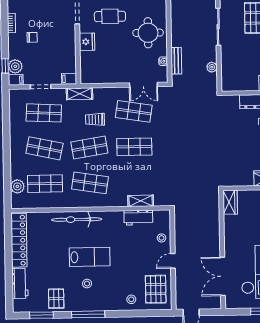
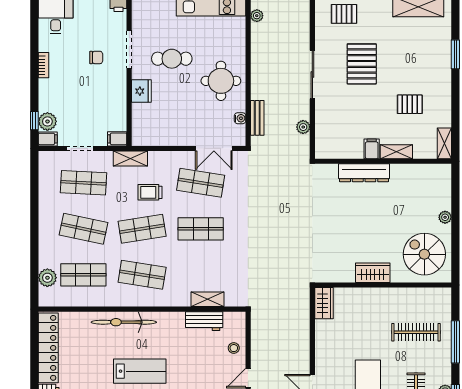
chair: (32, 37) -> (96, 57), moved

